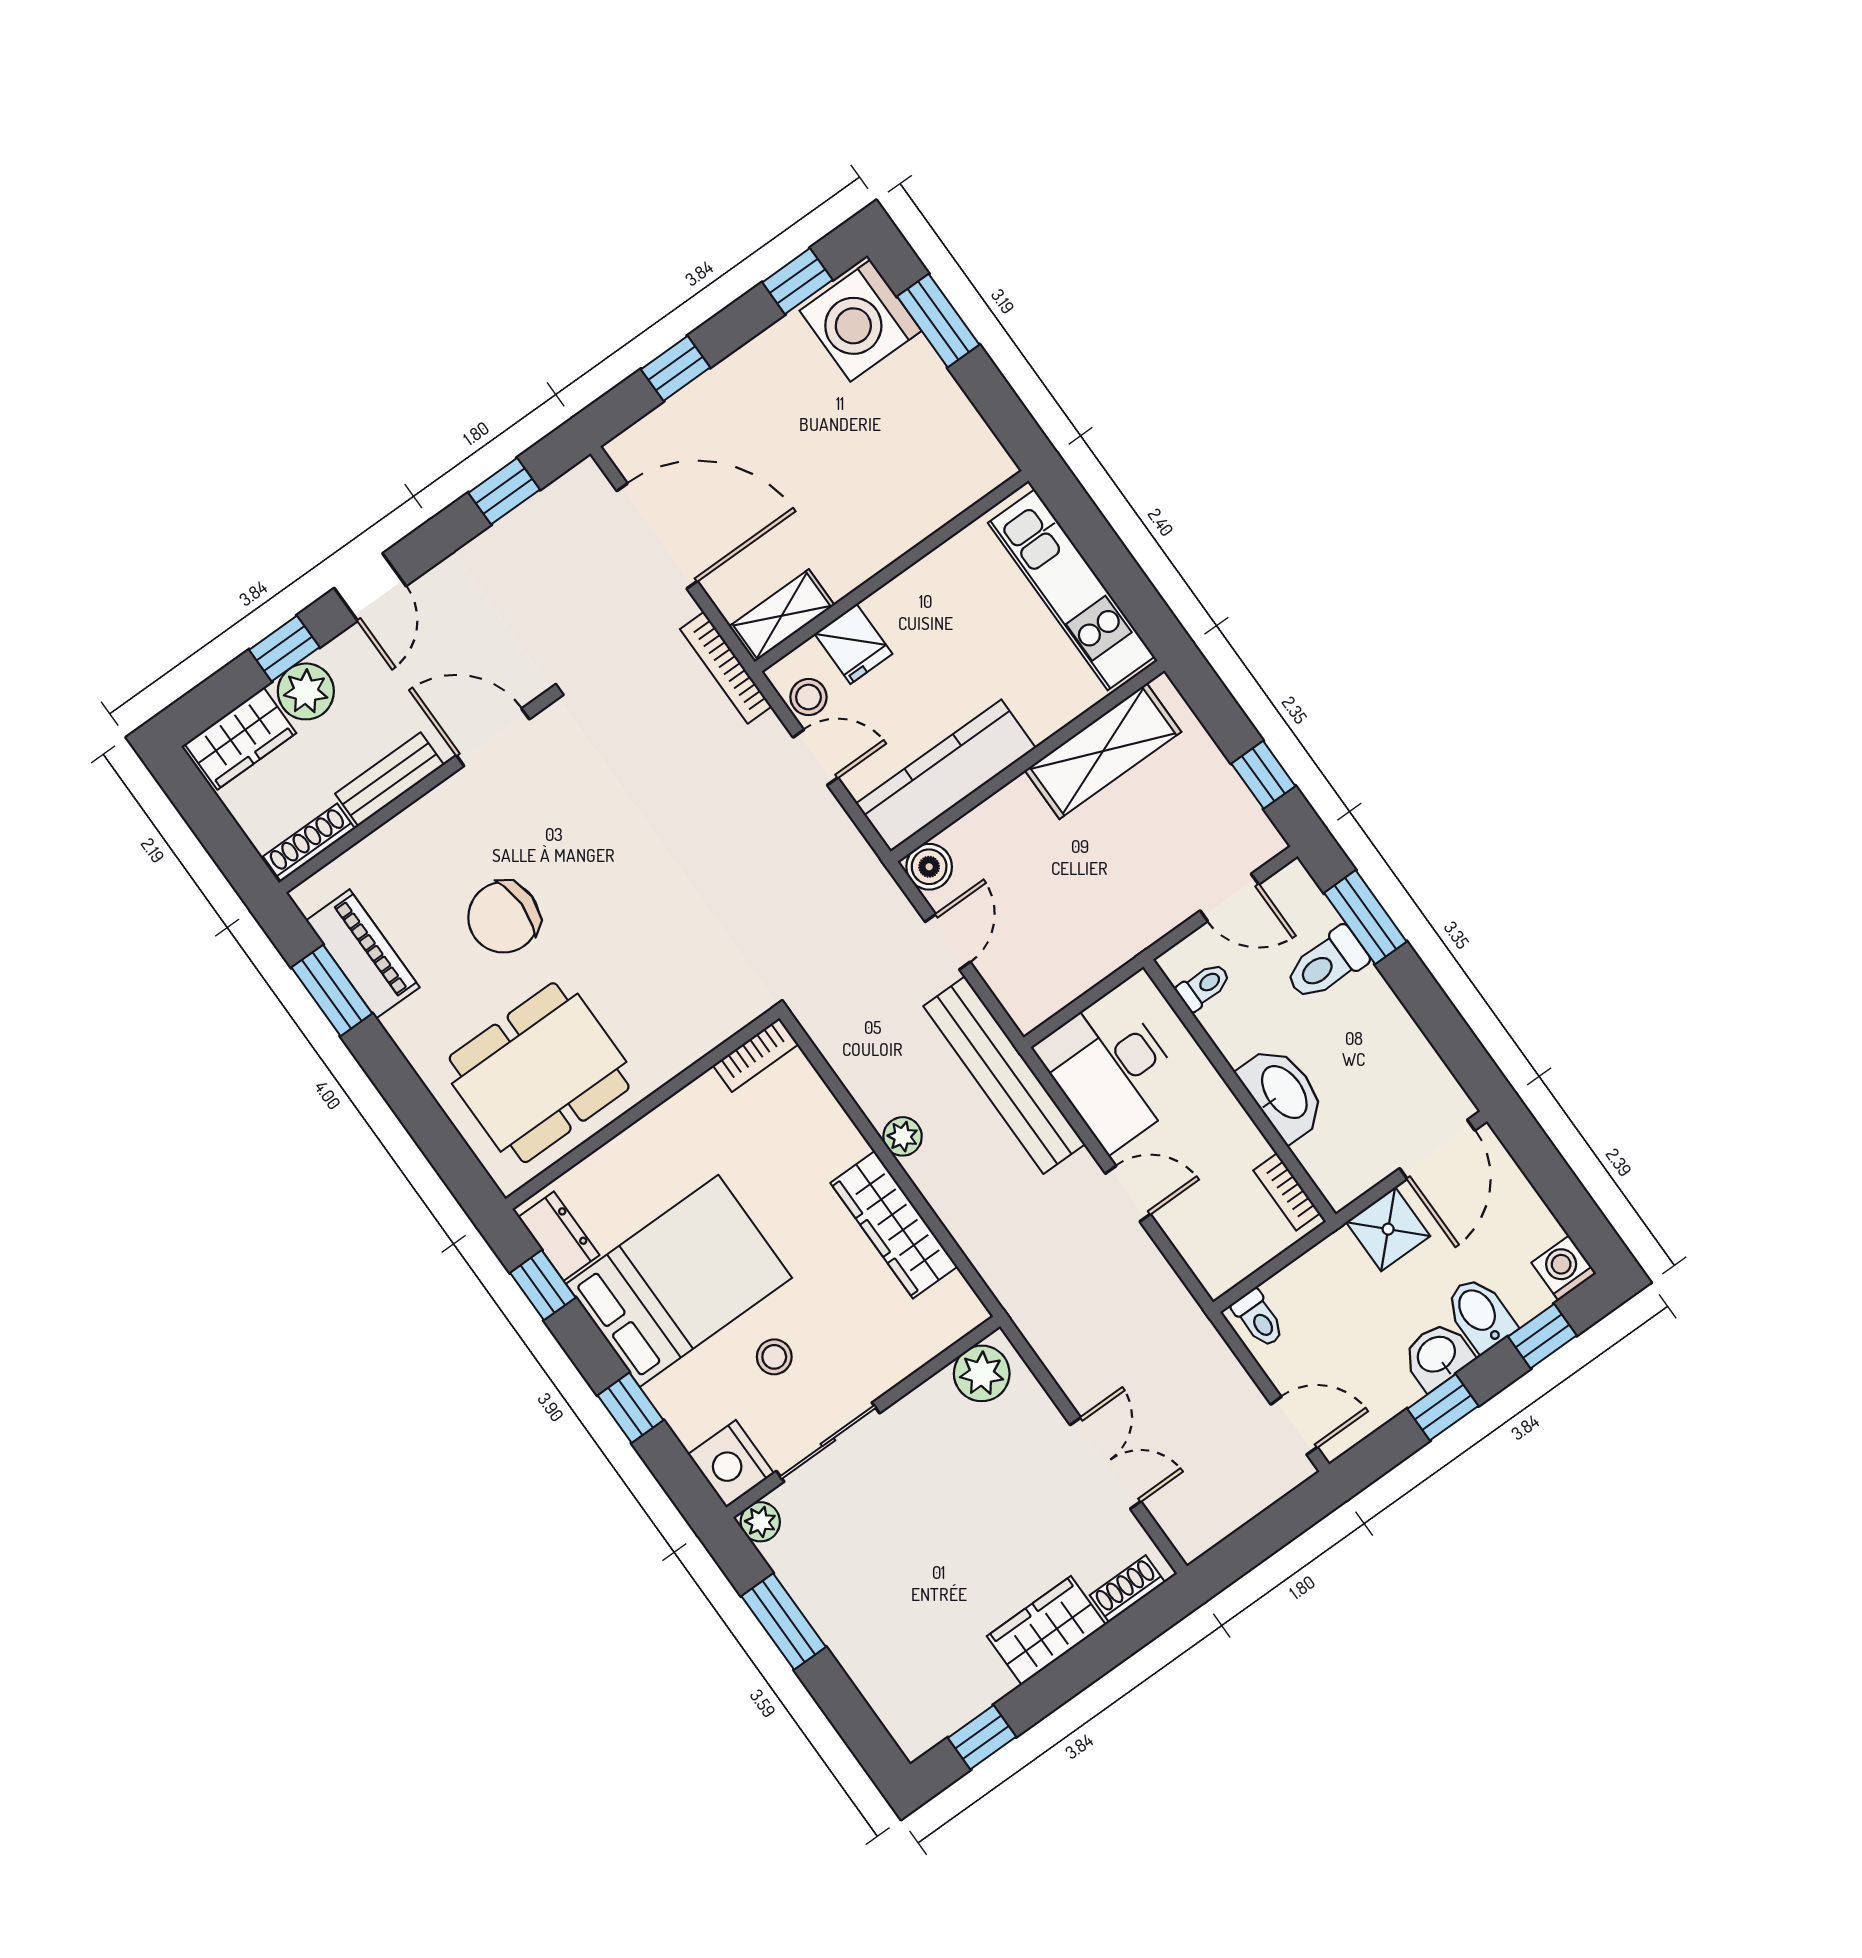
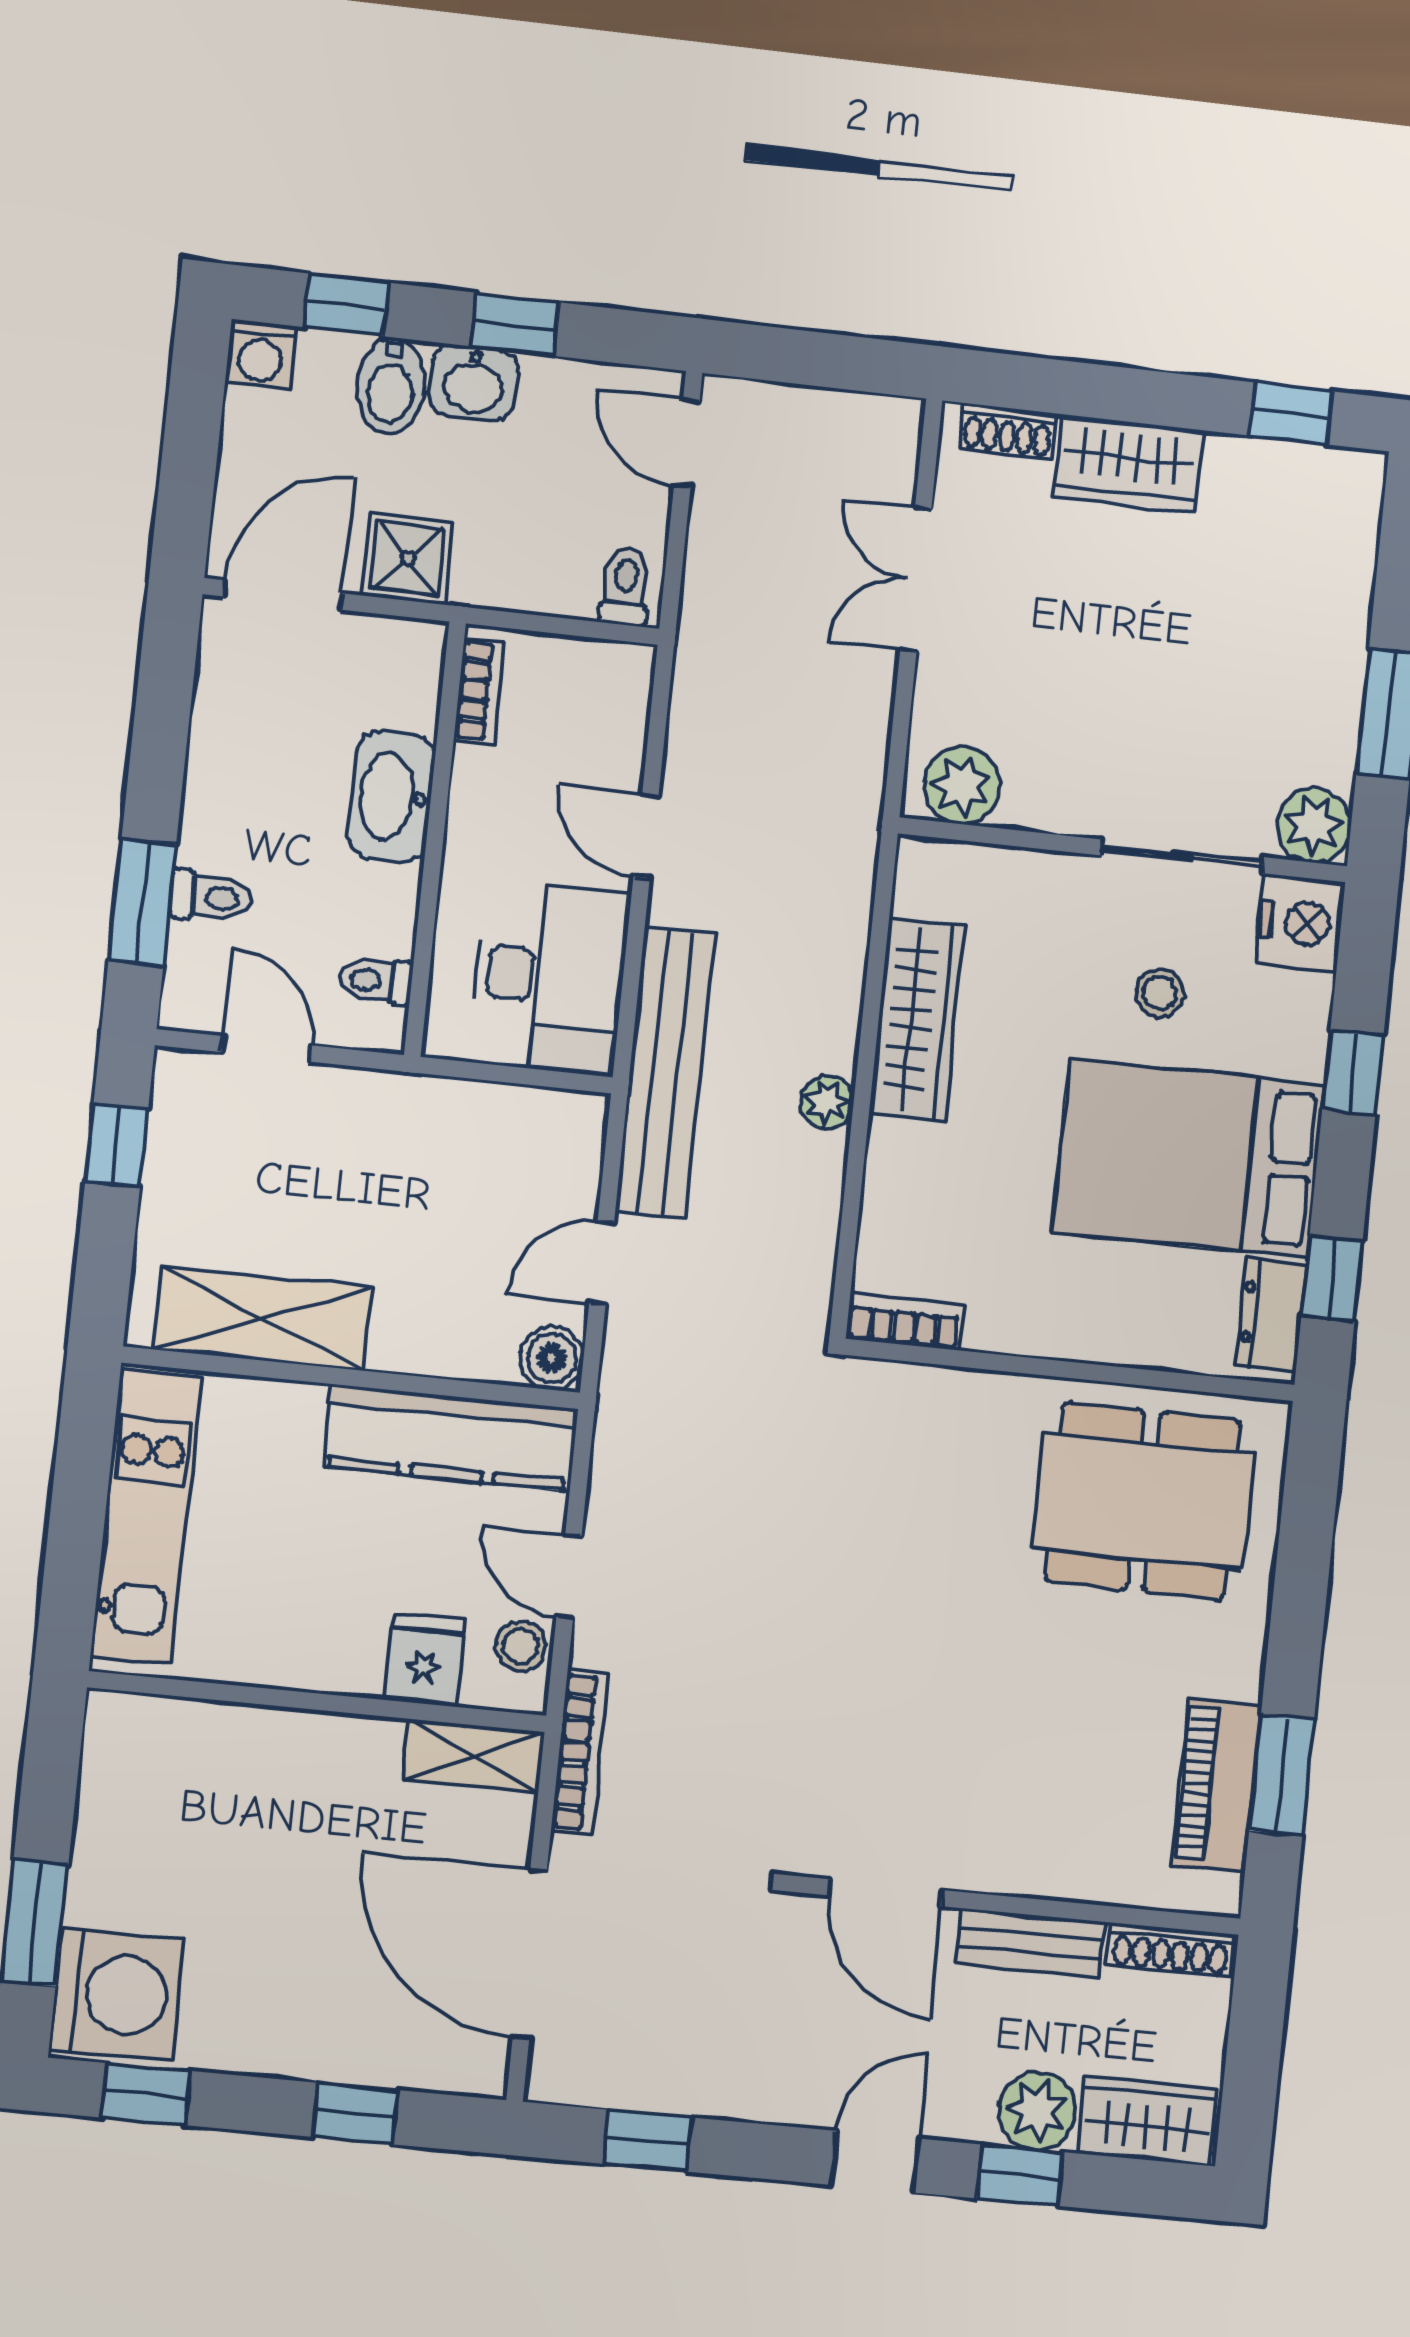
chair: (504, 917) -> (1039, 1695), removed
toilet: (1326, 964) -> (211, 897), width x0.73, depth x0.72
plant: (760, 1522) -> (1314, 825), width x1.38, depth x1.38

